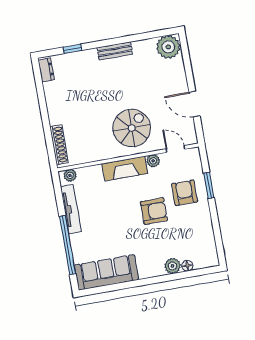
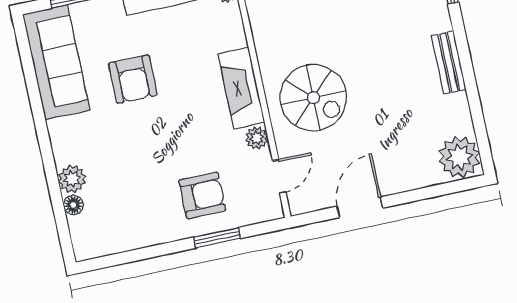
armchair: (154, 211) -> (133, 79), moved

